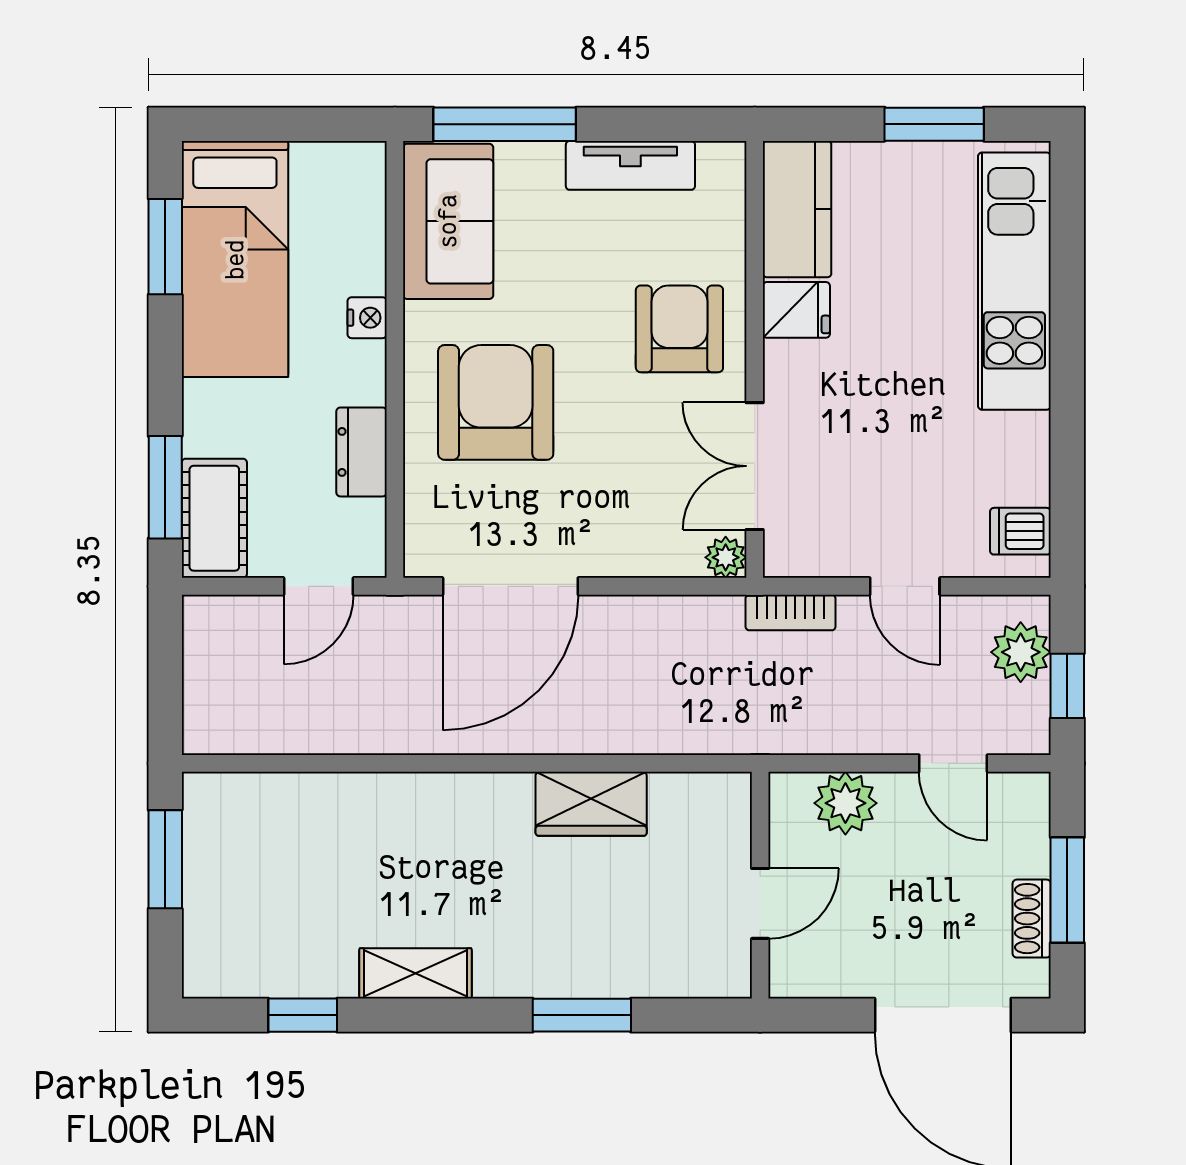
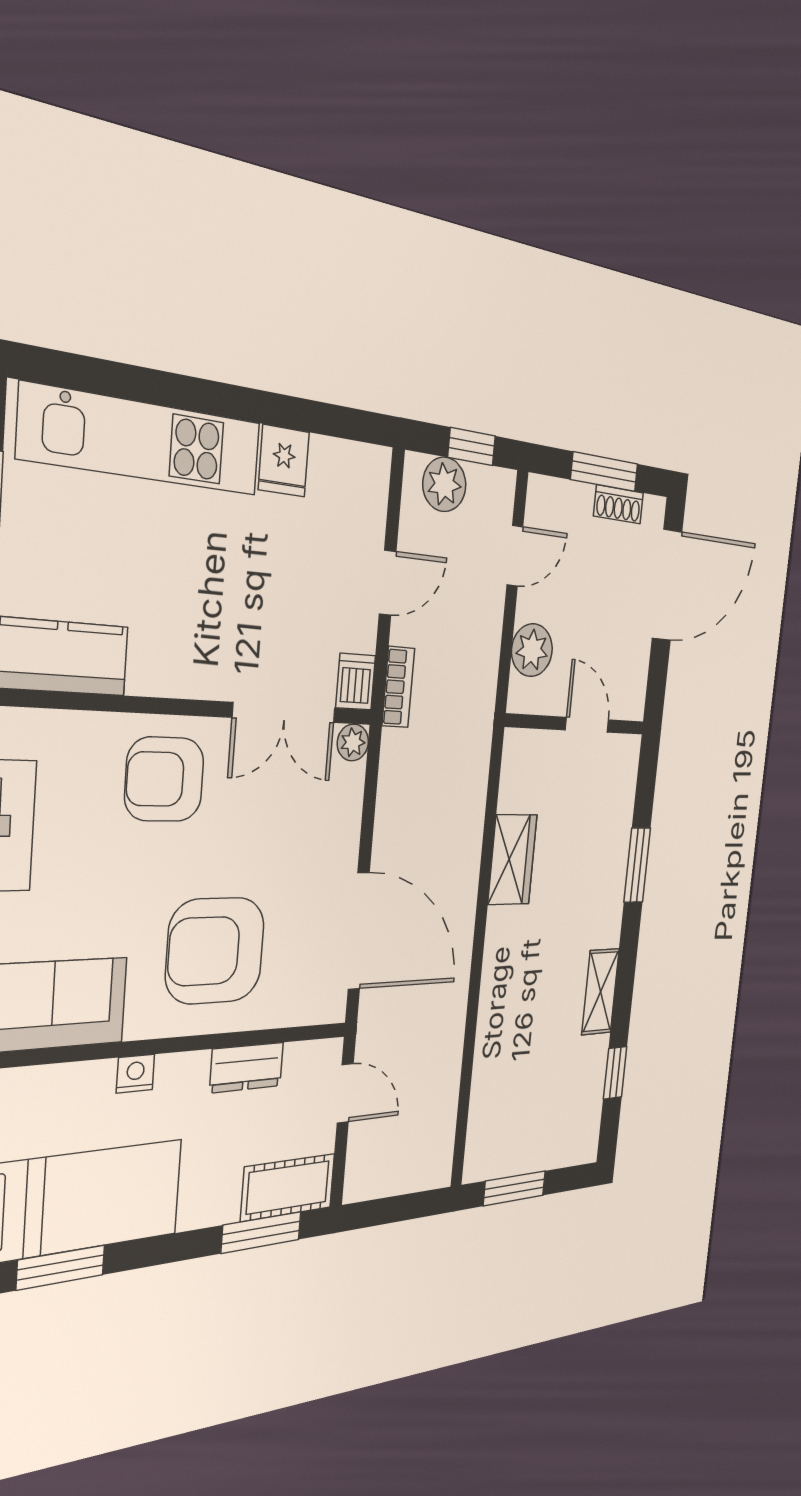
fridge: (796, 310) -> (284, 461), moved, turned 180
dishwasher: (1020, 531) -> (356, 682), moved, turned 180

